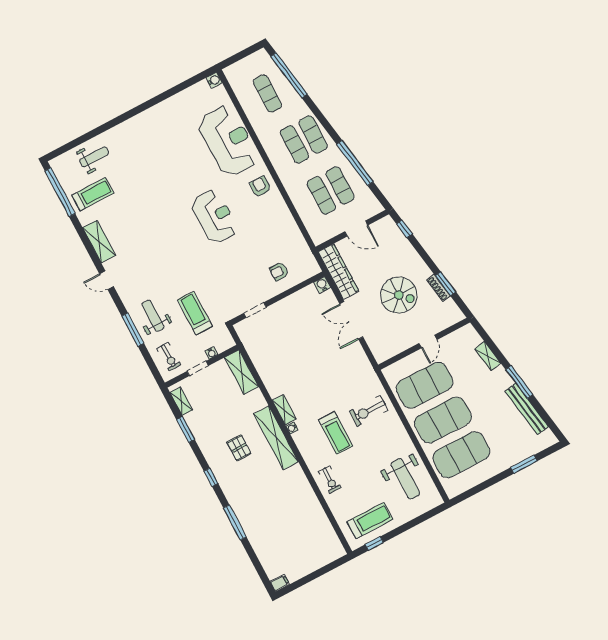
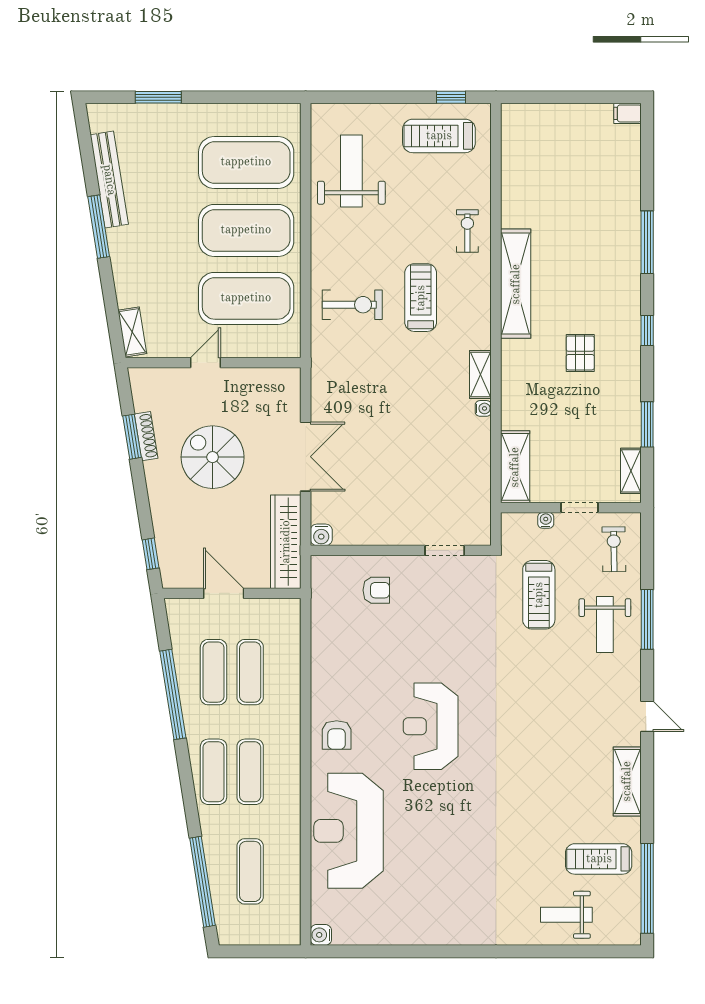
shelving: (488, 356) -> (132, 332), moved
water cooler: (292, 428) -> (483, 408), moved
shelving: (276, 438) -> (516, 284), moved

